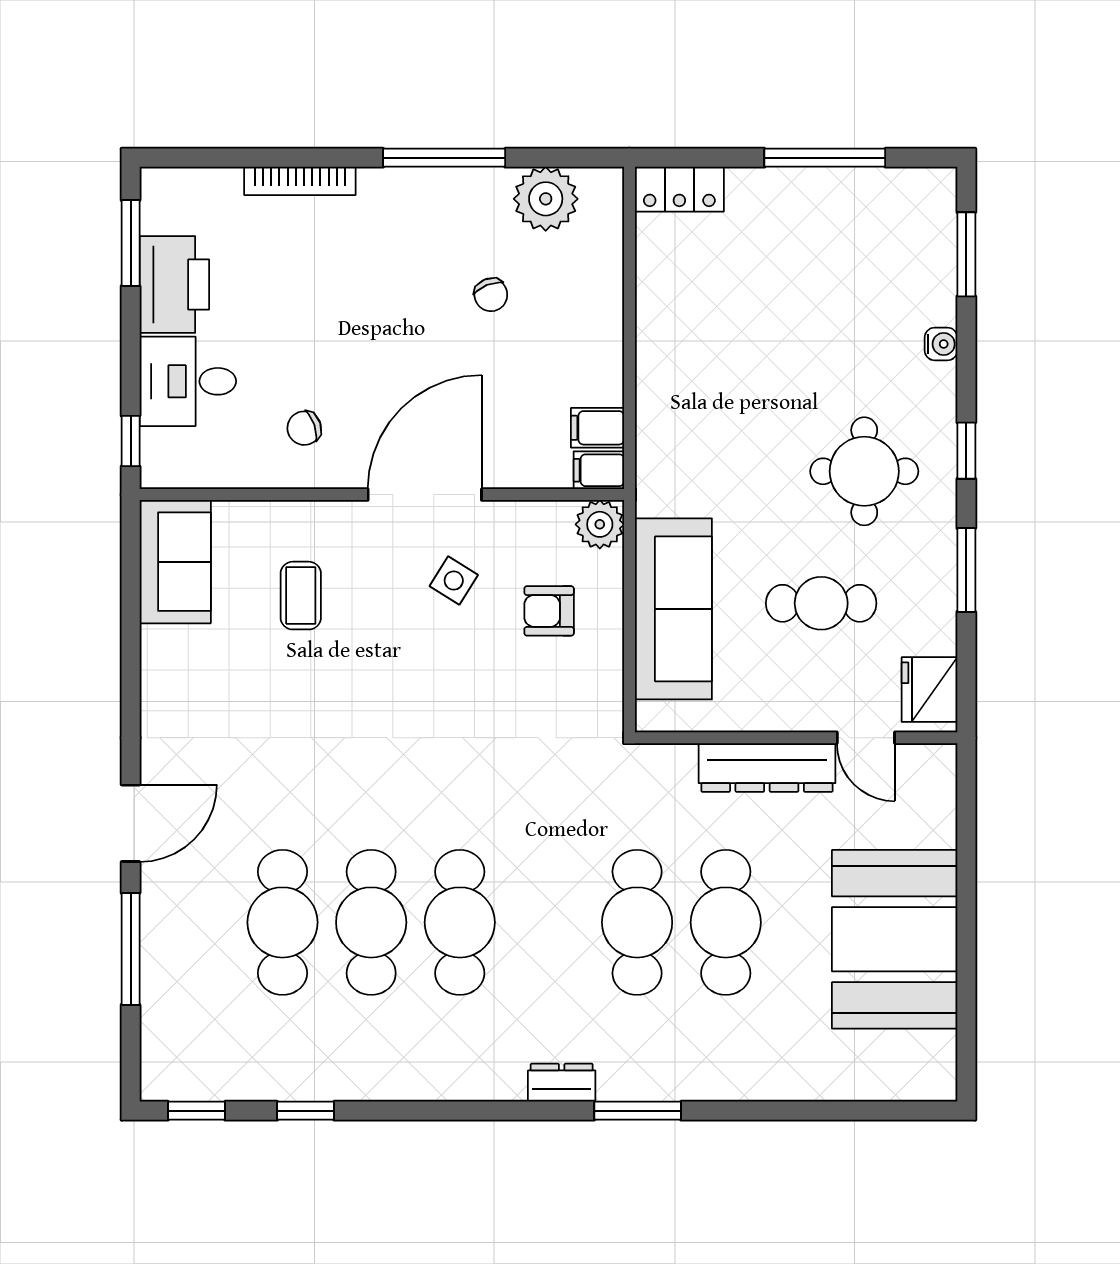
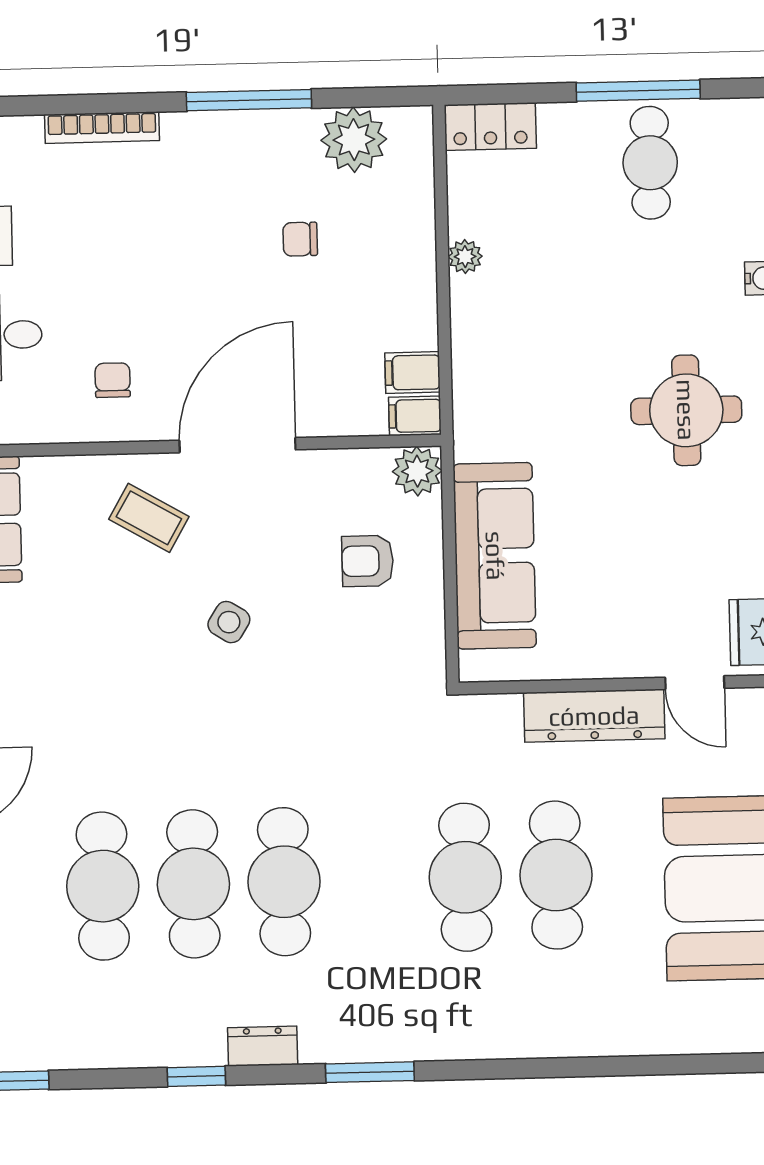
chair: (491, 295) -> (300, 239), turned 112
plant: (652, 316) -> (465, 257), added
chair: (304, 428) -> (113, 380), turned 109
side table: (454, 581) -> (229, 622), moved
coffee table: (301, 596) -> (149, 518), moved, turned -60
cafe table: (821, 603) -> (650, 163), moved, turned 90
dresser: (562, 1083) -> (263, 1046), moved
window: (306, 1111) -> (196, 1076), moved
window: (638, 1111) -> (370, 1072), moved

